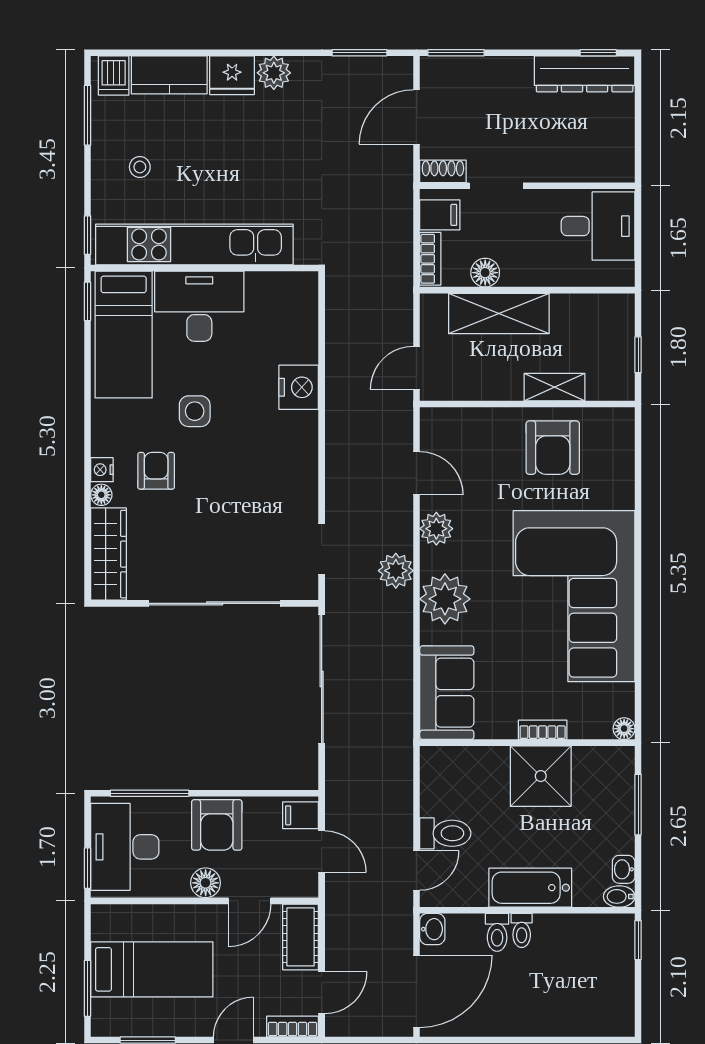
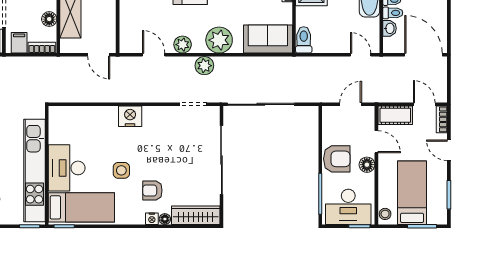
nightstand: (299, 387) -> (130, 116), moved
door: (417, 473) -> (154, 55), hinge flipped
filing cabinet: (301, 815) -> (332, 115), removed
toilet: (445, 833) -> (304, 40), moved
stool: (111, 918) -> (385, 214), added
washbasin: (432, 929) -> (390, 28), moved, turned 90

